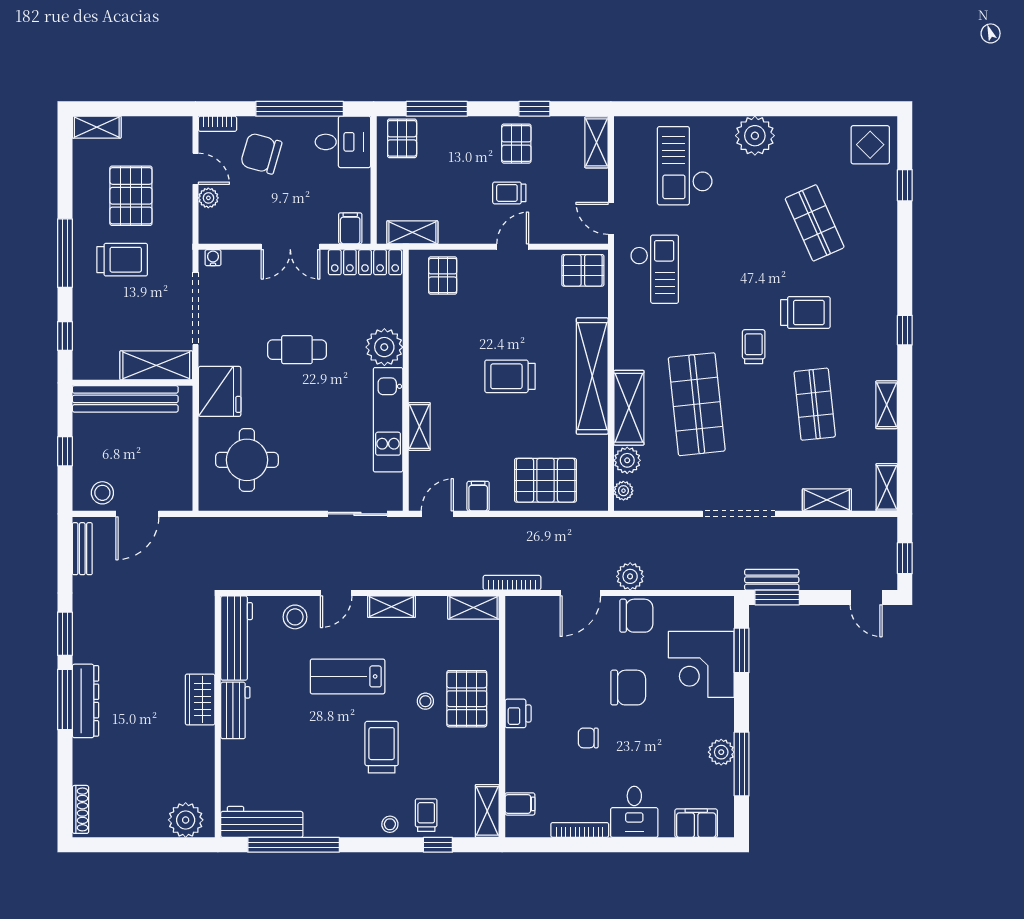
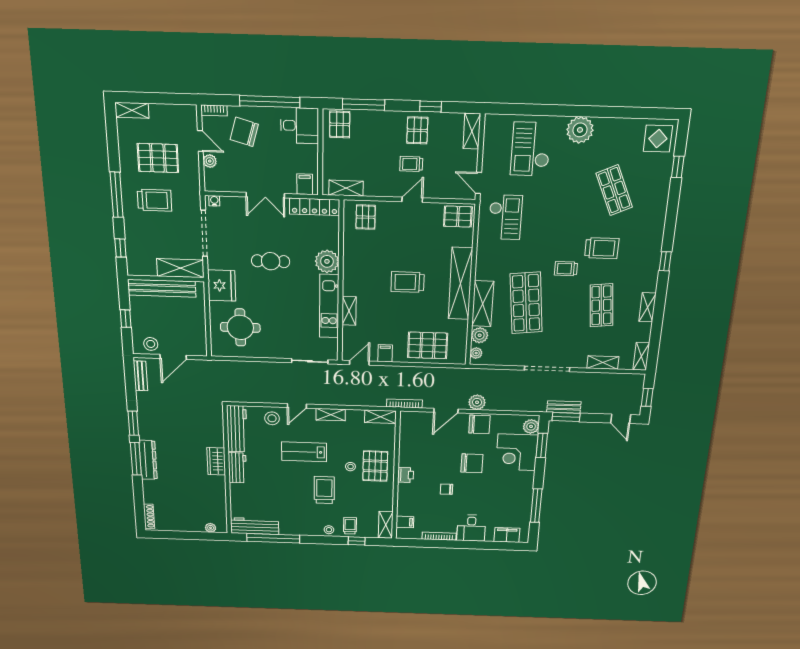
pallet: (131, 196) -> (158, 158), turned 90
trolley: (754, 347) -> (566, 269), turned -90
plant: (721, 752) -> (531, 426), moved
plant: (186, 820) -> (211, 528), width x0.53, depth x0.53

